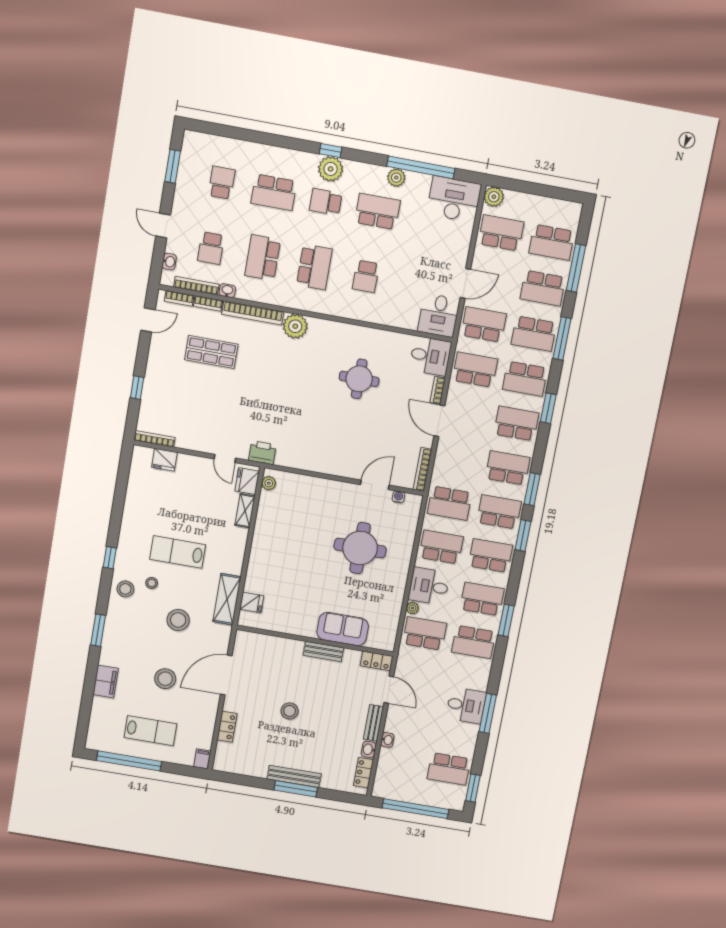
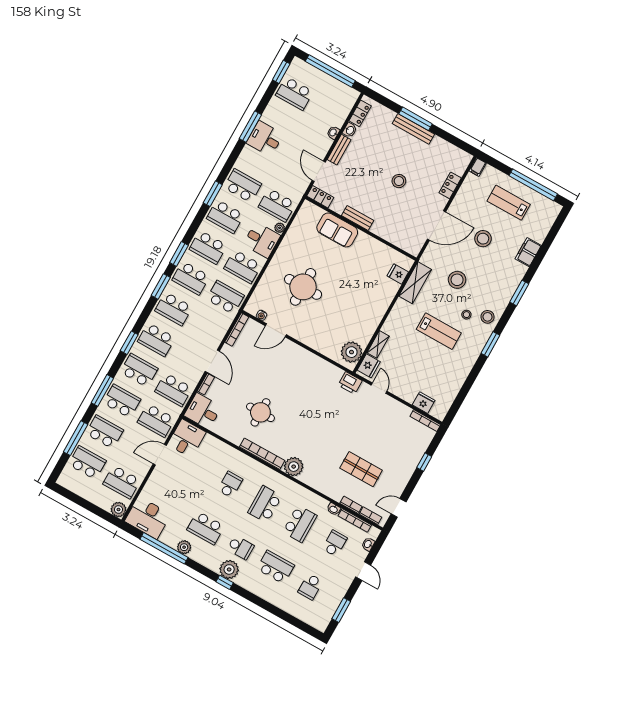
bookcase: (253, 313) -> (262, 454), moved
plant: (269, 483) -> (352, 352), width x1.87, depth x1.87
window: (110, 558) -> (490, 344), width x1.50
school desk: (449, 769) -> (294, 93), turned 180

